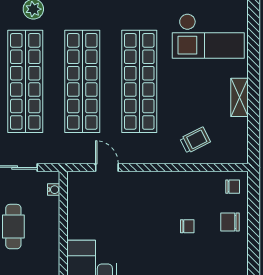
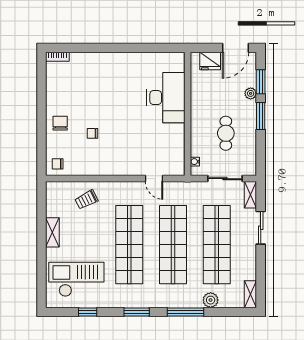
chair: (230, 222) -> (60, 123), moved, turned -90

